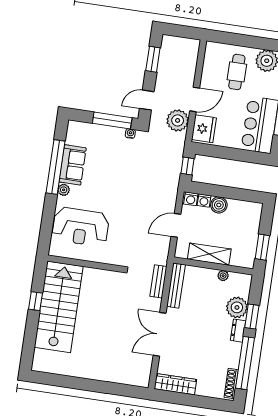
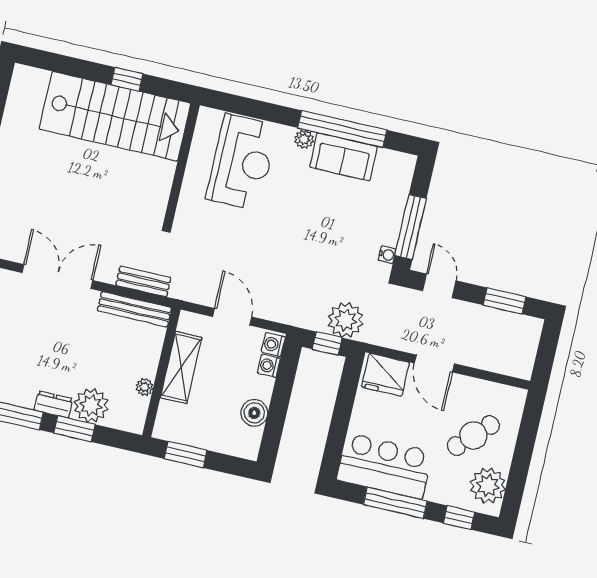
cafe table: (237, 72) -> (473, 436), turned -45
plant: (178, 120) -> (346, 320), moved
boiler: (219, 205) -> (254, 413), moved
reception desk: (81, 227) -> (242, 162), turned 180

